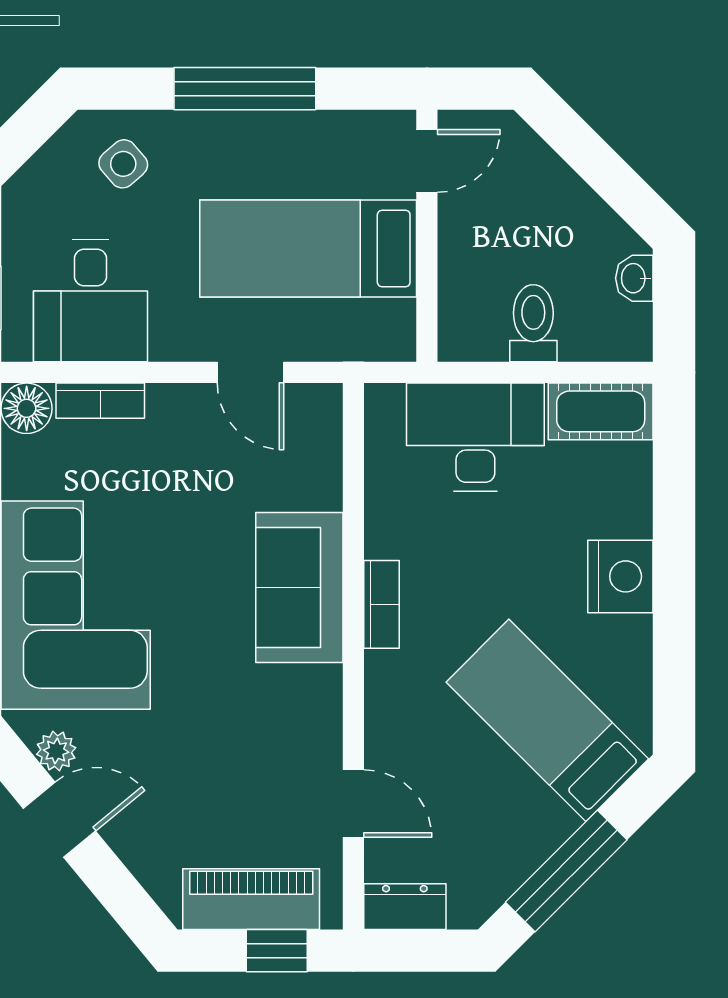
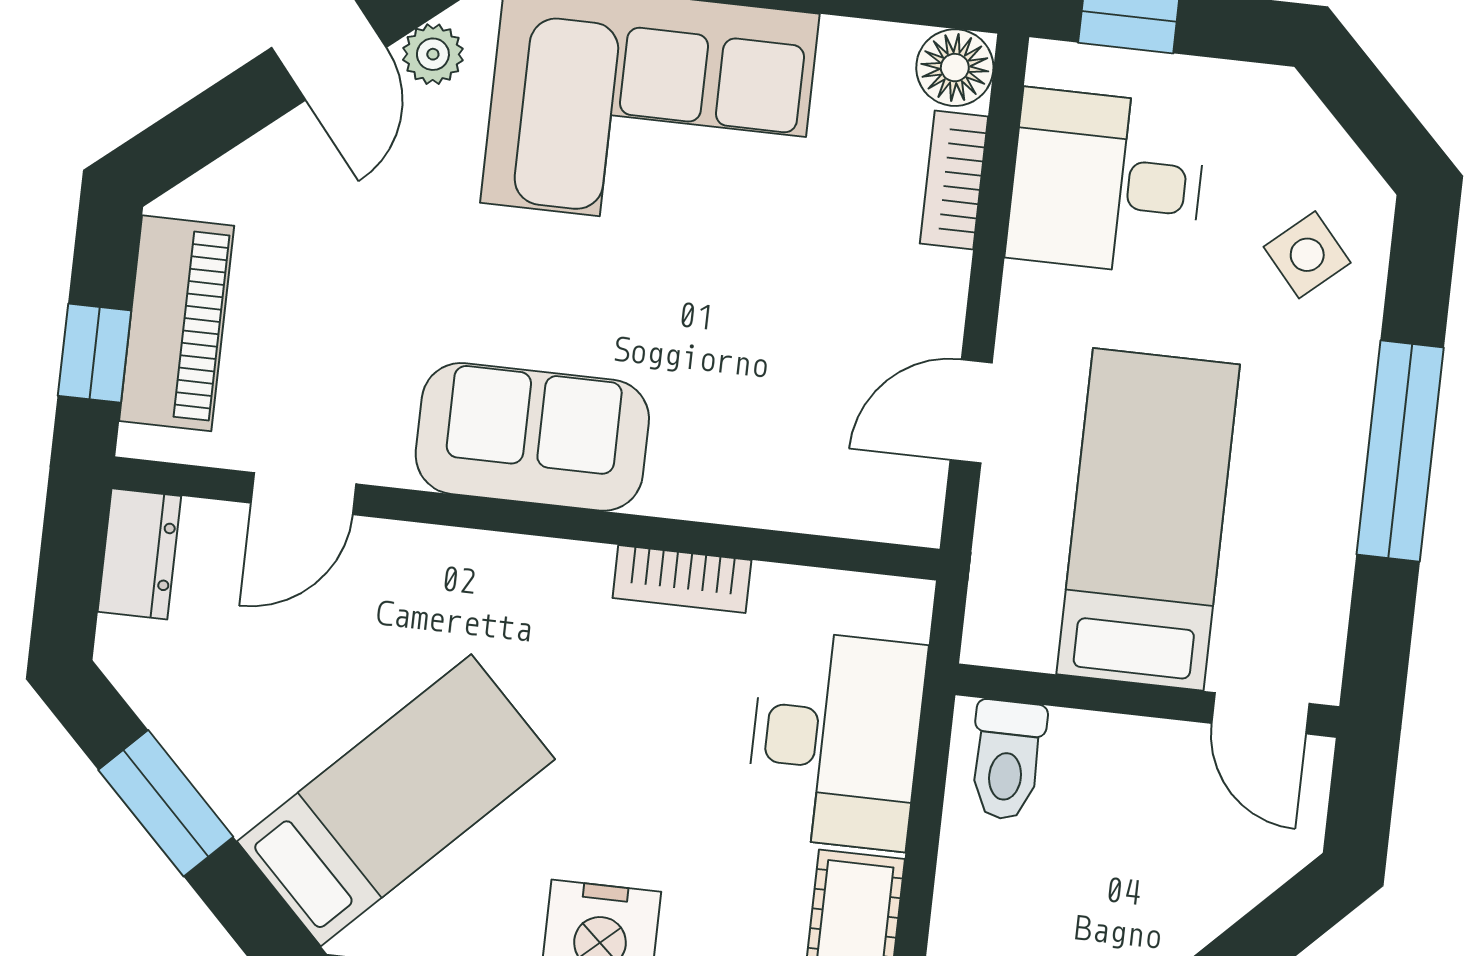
toilet: (533, 323) -> (1007, 760), moved, turned 90
sofa: (299, 588) -> (532, 437), moved
bookcase: (382, 604) -> (682, 579), moved
window: (566, 871) -> (166, 803), width x0.69

